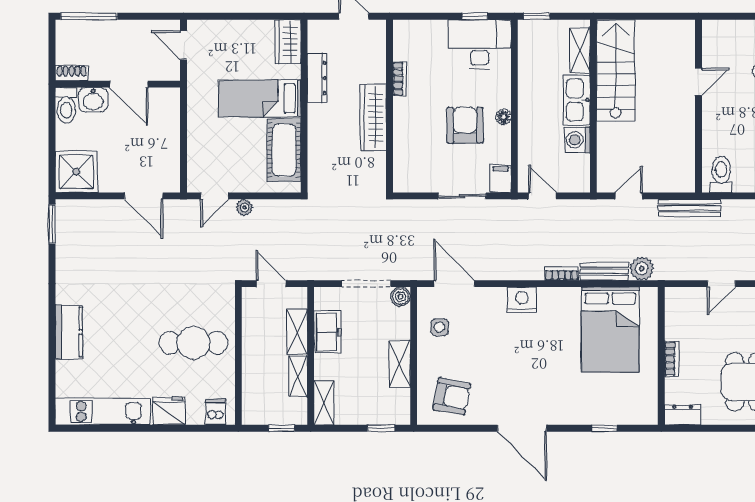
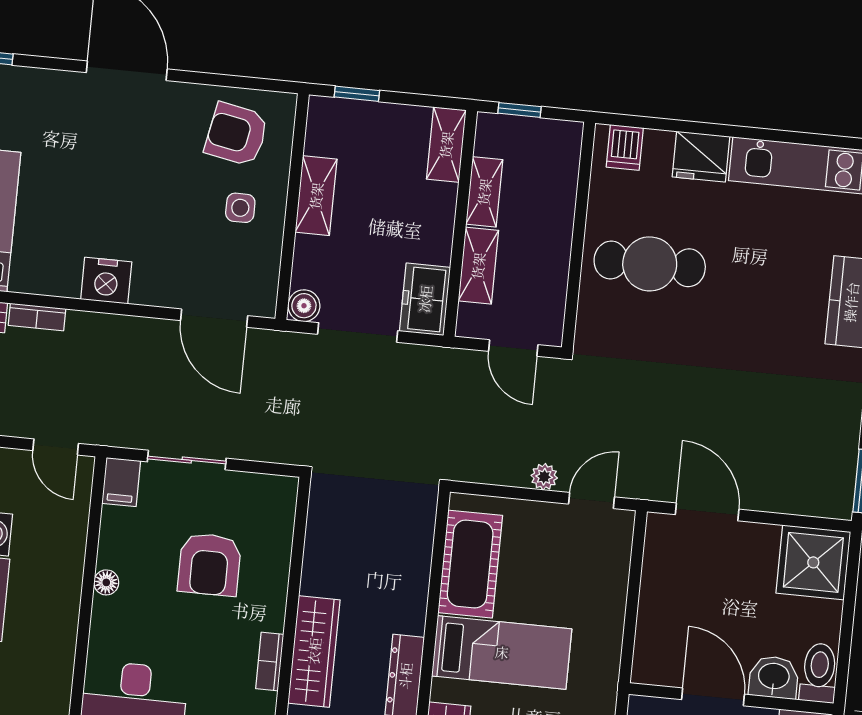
wardrobe: (374, 118) -> (314, 651), moved
armchair: (465, 125) -> (209, 564), moved
side table: (440, 327) -> (240, 208), moved
freezer: (327, 332) -> (425, 299), moved

